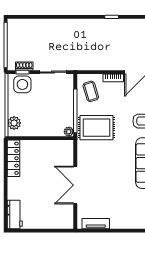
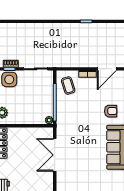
rug: (97, 128) -> (73, 117), removed
double door: (75, 185) -> (55, 155), moved

